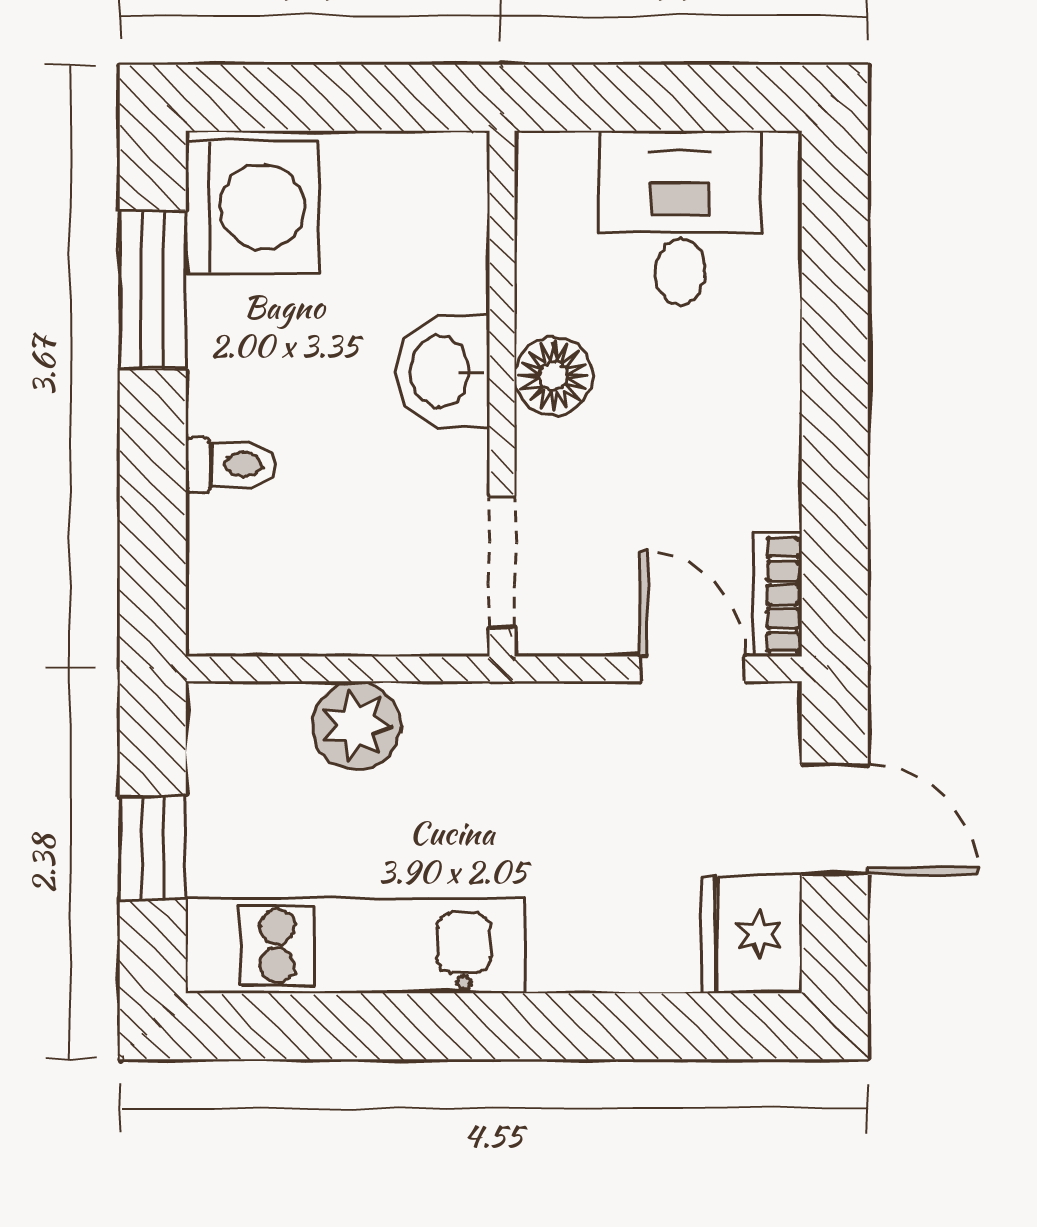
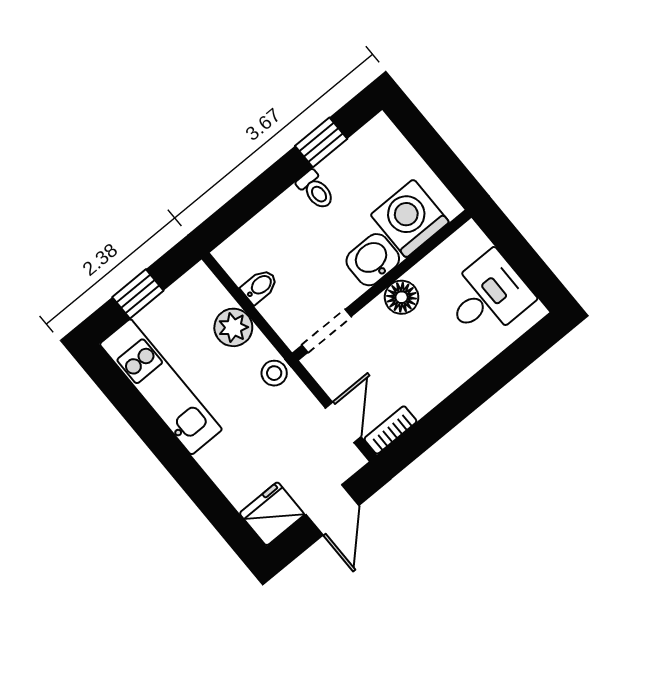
washing machine: (252, 207) -> (410, 218), moved, turned 180
window: (153, 290) -> (321, 142), width x0.67
toilet: (231, 465) -> (316, 190), moved
bidet: (321, 617) -> (260, 286), added
stool: (500, 720) -> (274, 373), added

